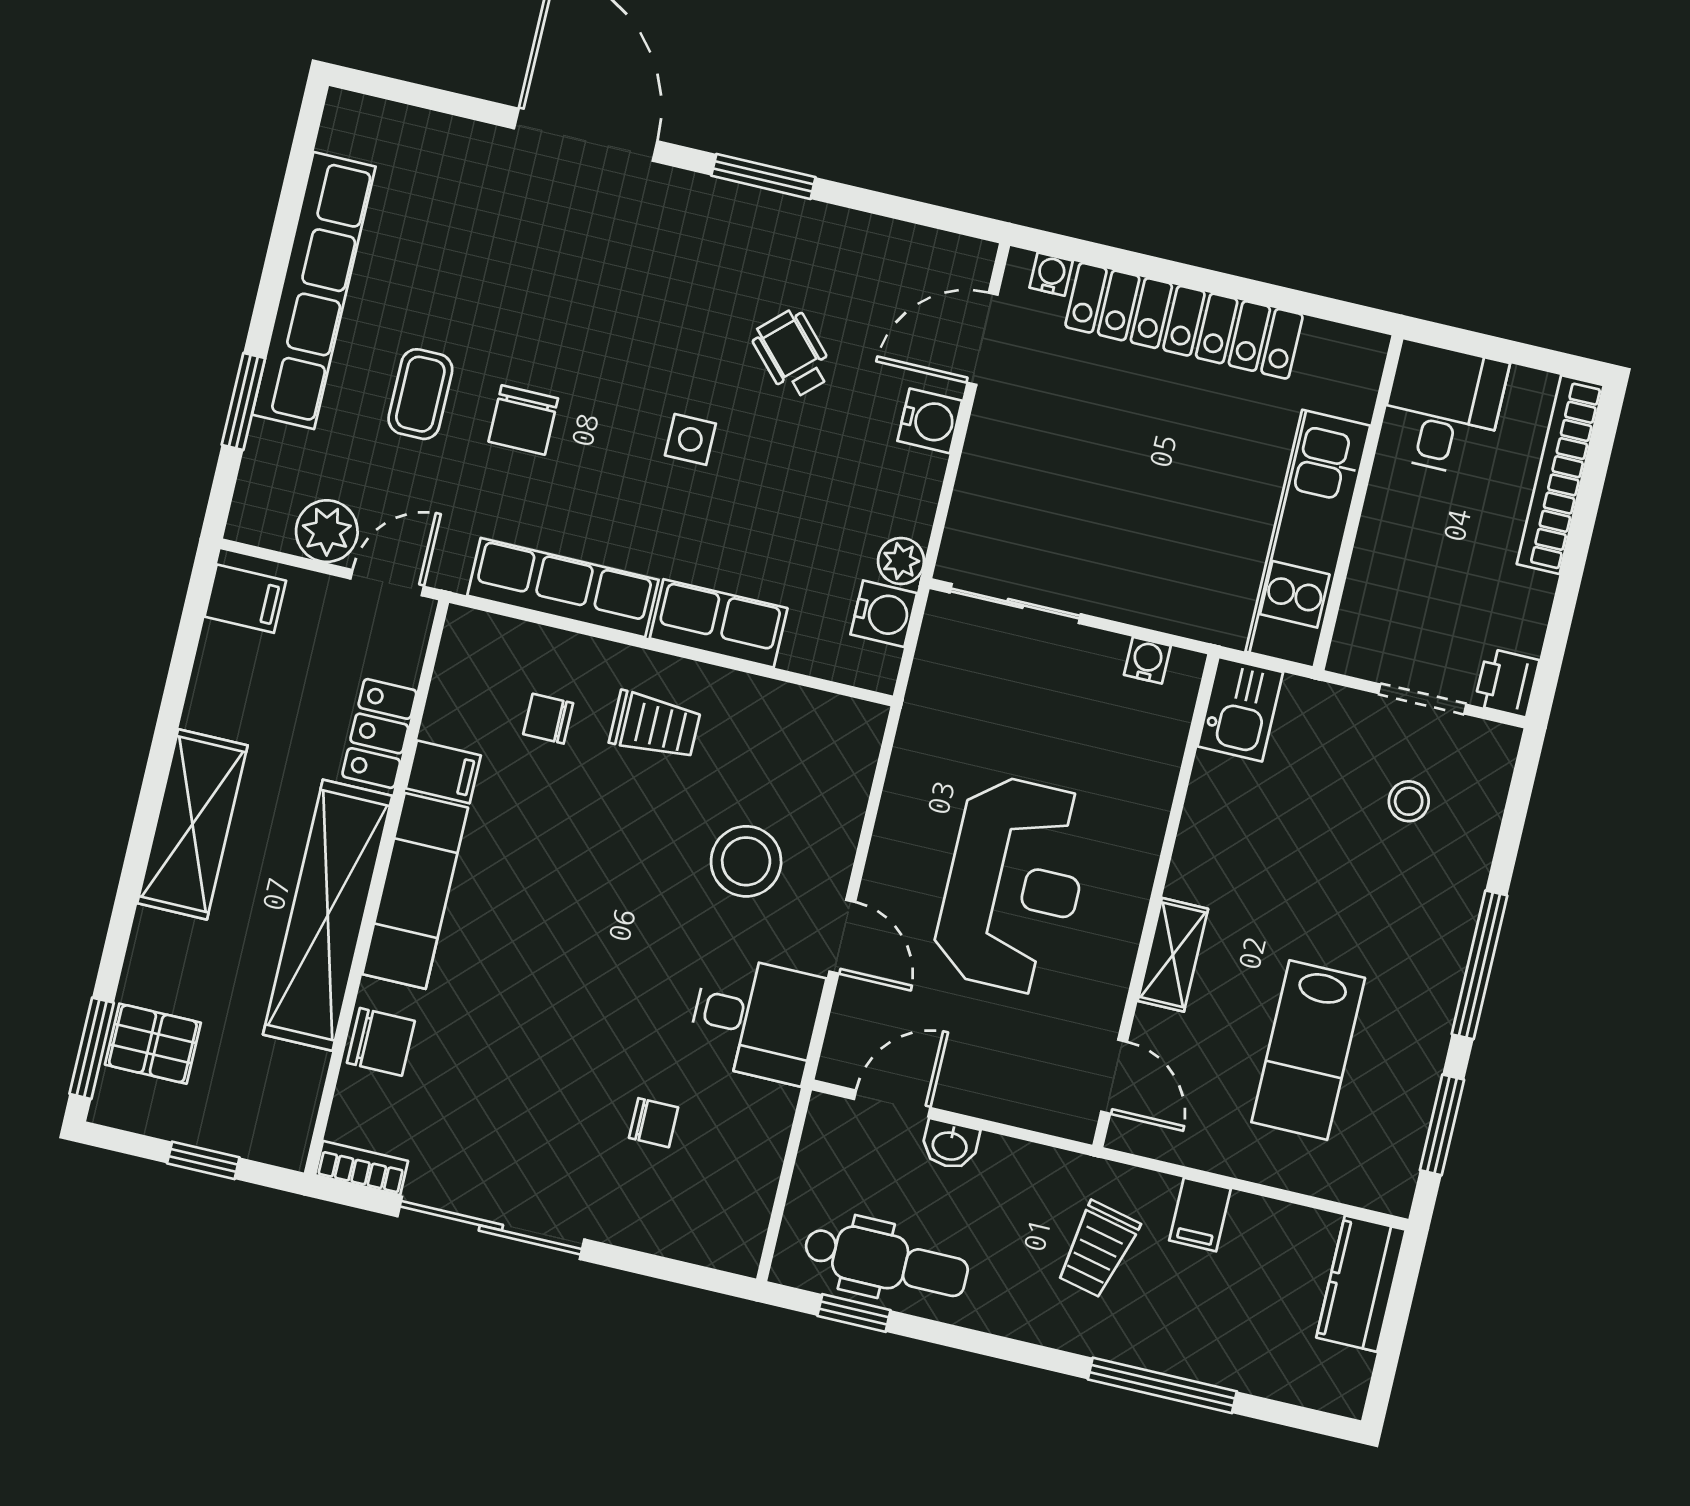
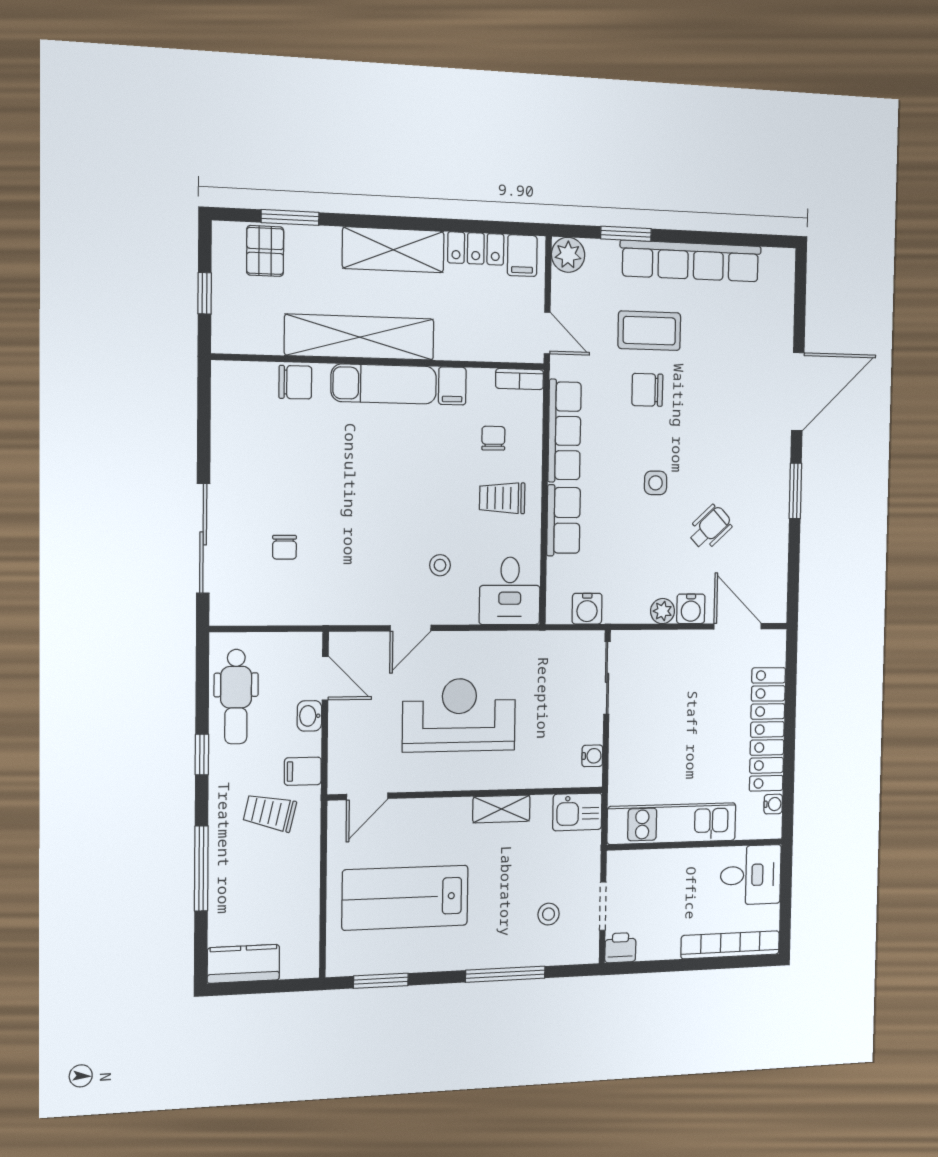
water cooler: (1051, 274) -> (773, 804), moved
coffee table: (420, 394) -> (649, 331), width x1.36, depth x1.30
plant: (327, 531) -> (568, 255), moved
plant: (901, 561) -> (663, 611), moved
trolley: (655, 725) -> (502, 498), turned 90
locker: (379, 733) -> (476, 248), moved, turned 180
stool: (746, 861) -> (440, 565), width x0.53, depth x0.53
reception desk: (1014, 885) -> (459, 715), turned 180
shelving: (1173, 955) -> (501, 809), moved
window: (1480, 965) -> (505, 974), moved
desk: (756, 1019) -> (510, 591), moved
chair: (381, 1042) -> (295, 382), turned -90
window: (92, 1048) -> (290, 217), moved
lab bench: (1308, 1050) -> (405, 898), width x1.36, depth x1.39
bookcase: (362, 1168) -> (520, 379), moved, turned 90
filing cabinet: (1200, 1215) -> (303, 771), moved
sliding door: (491, 1228) -> (203, 538), moved
kitchen counter: (1361, 1284) -> (243, 964), moved
window: (854, 1313) -> (202, 754), moved

